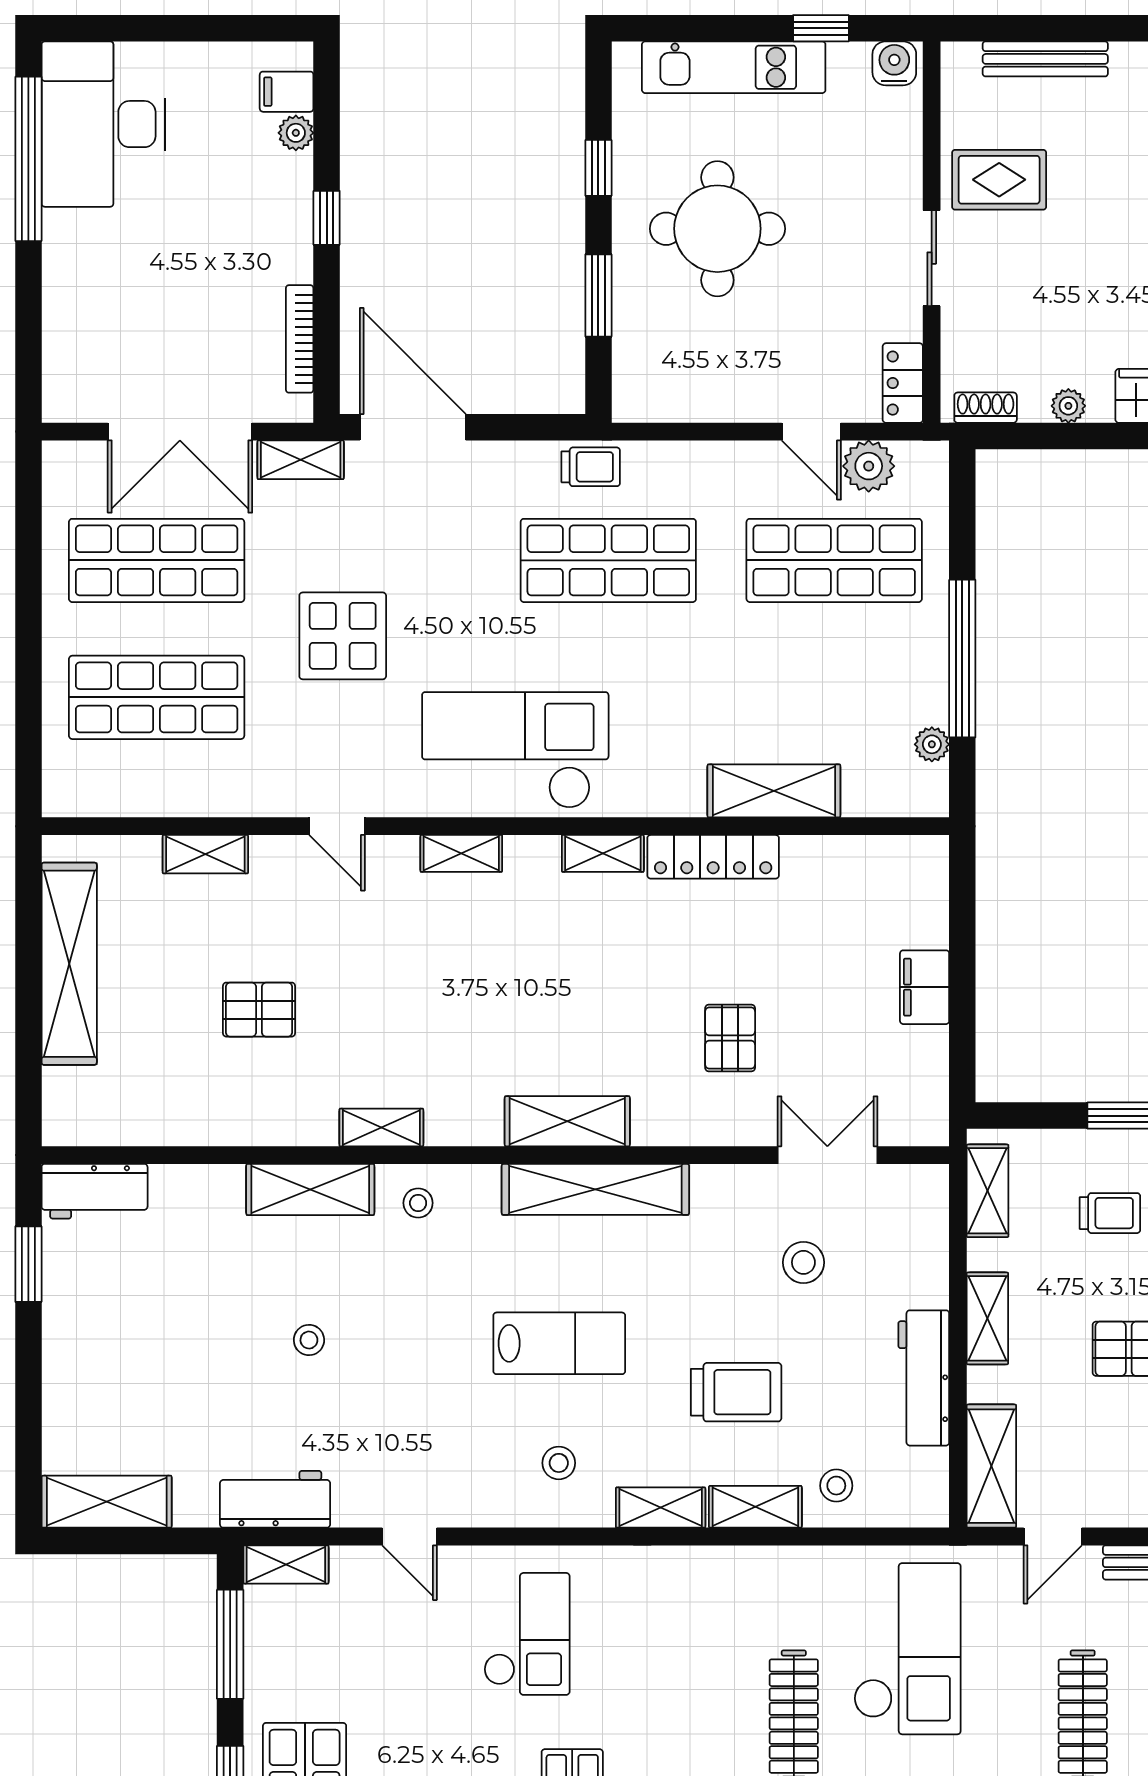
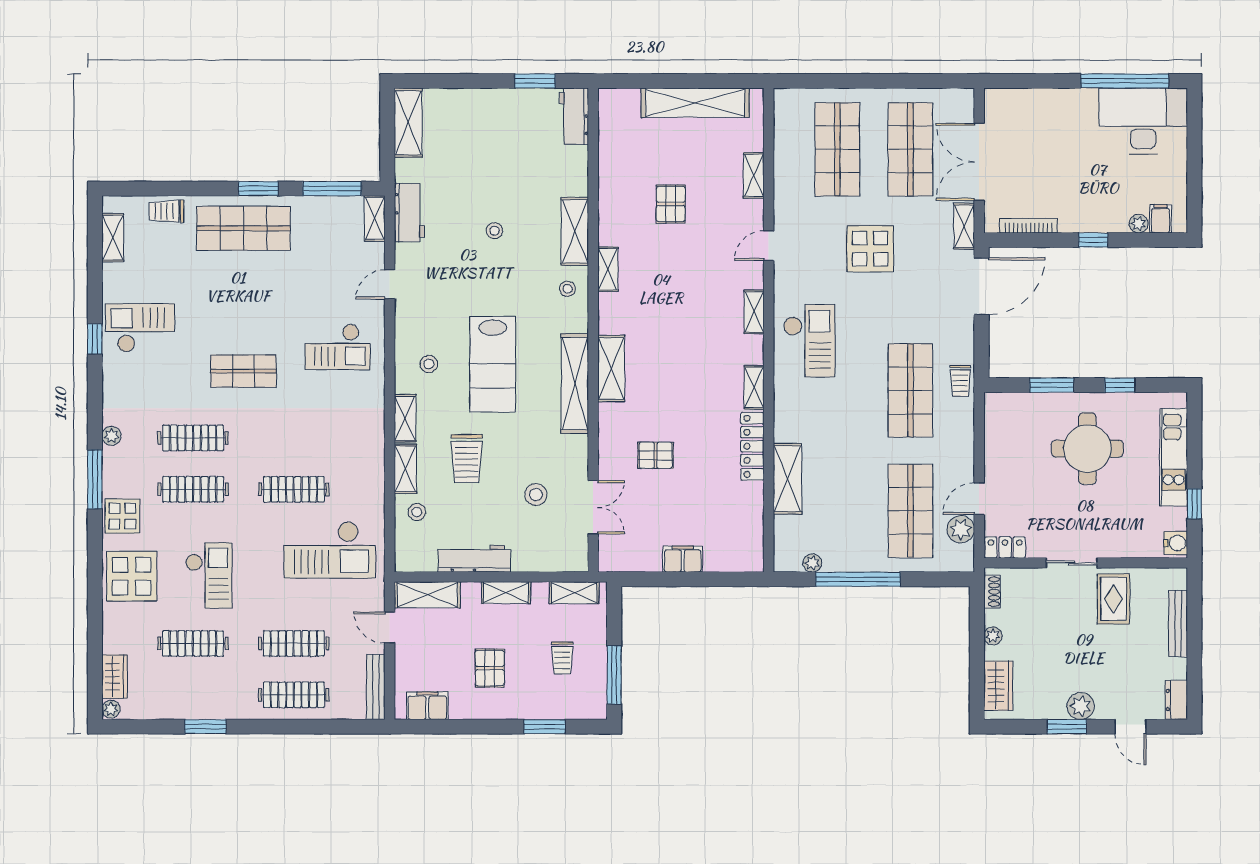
checkout: (515, 750) -> (809, 341), width x0.73, depth x0.83
lab bench: (559, 1343) -> (493, 364), width x1.36, depth x1.39

